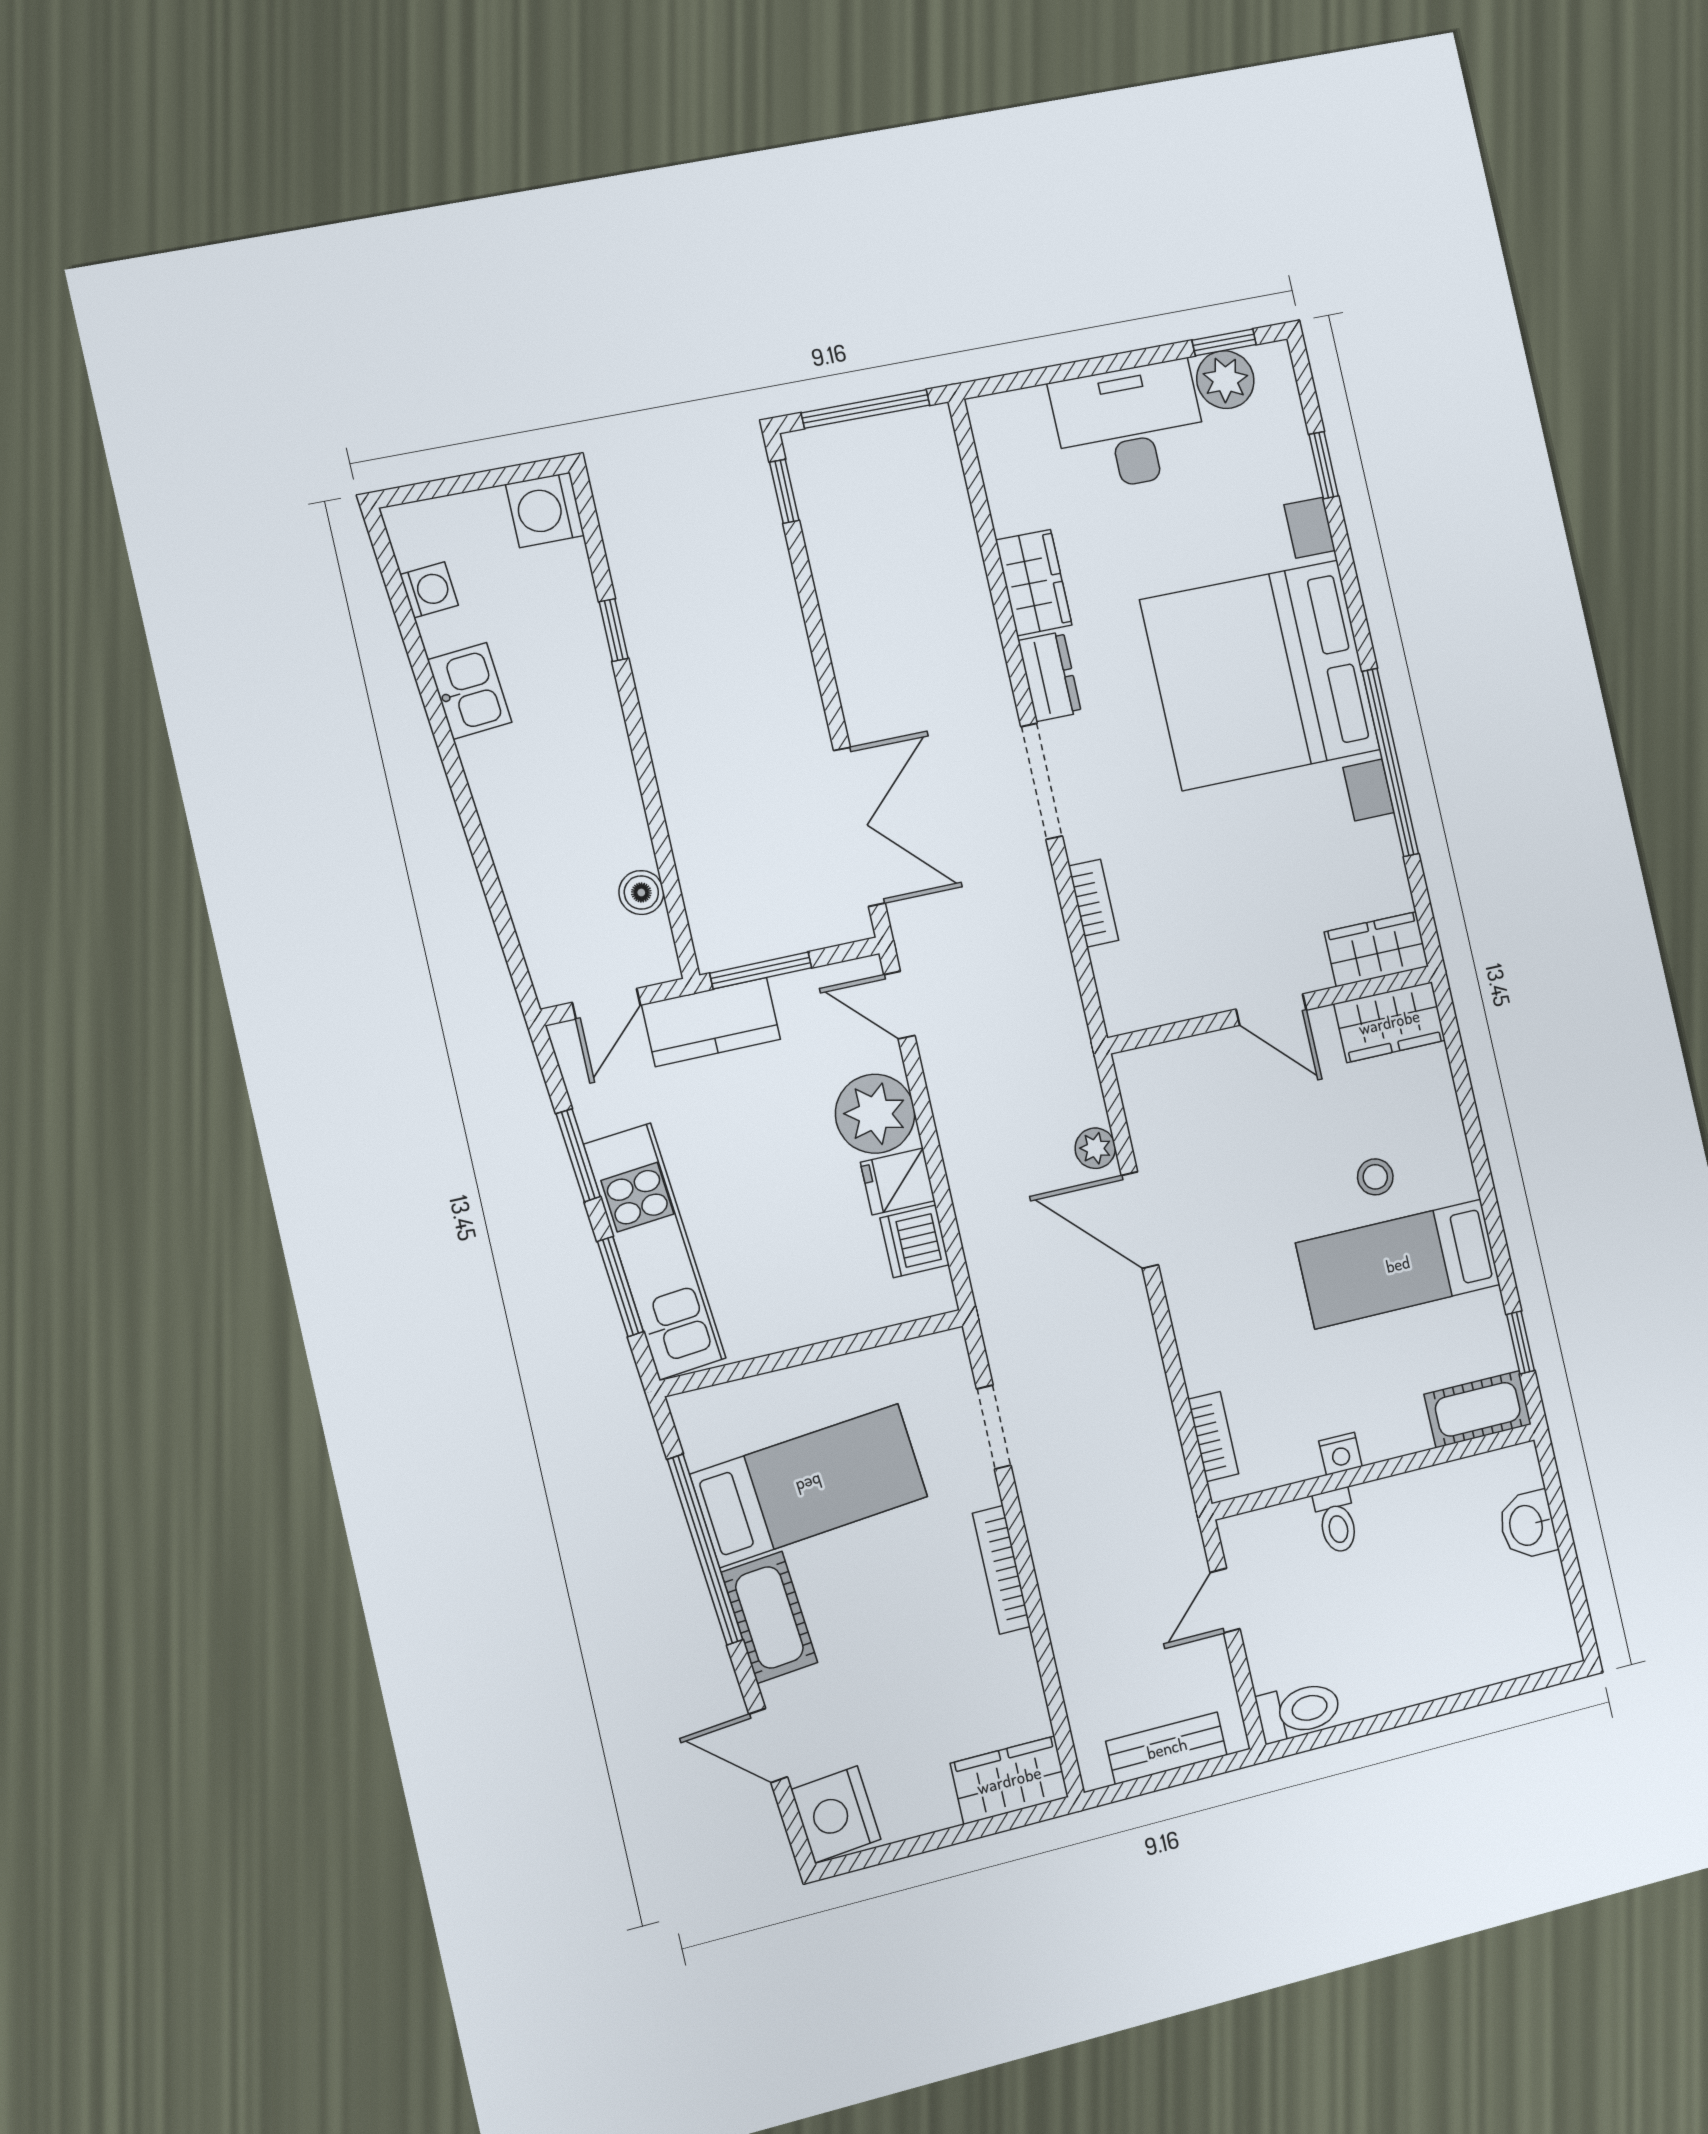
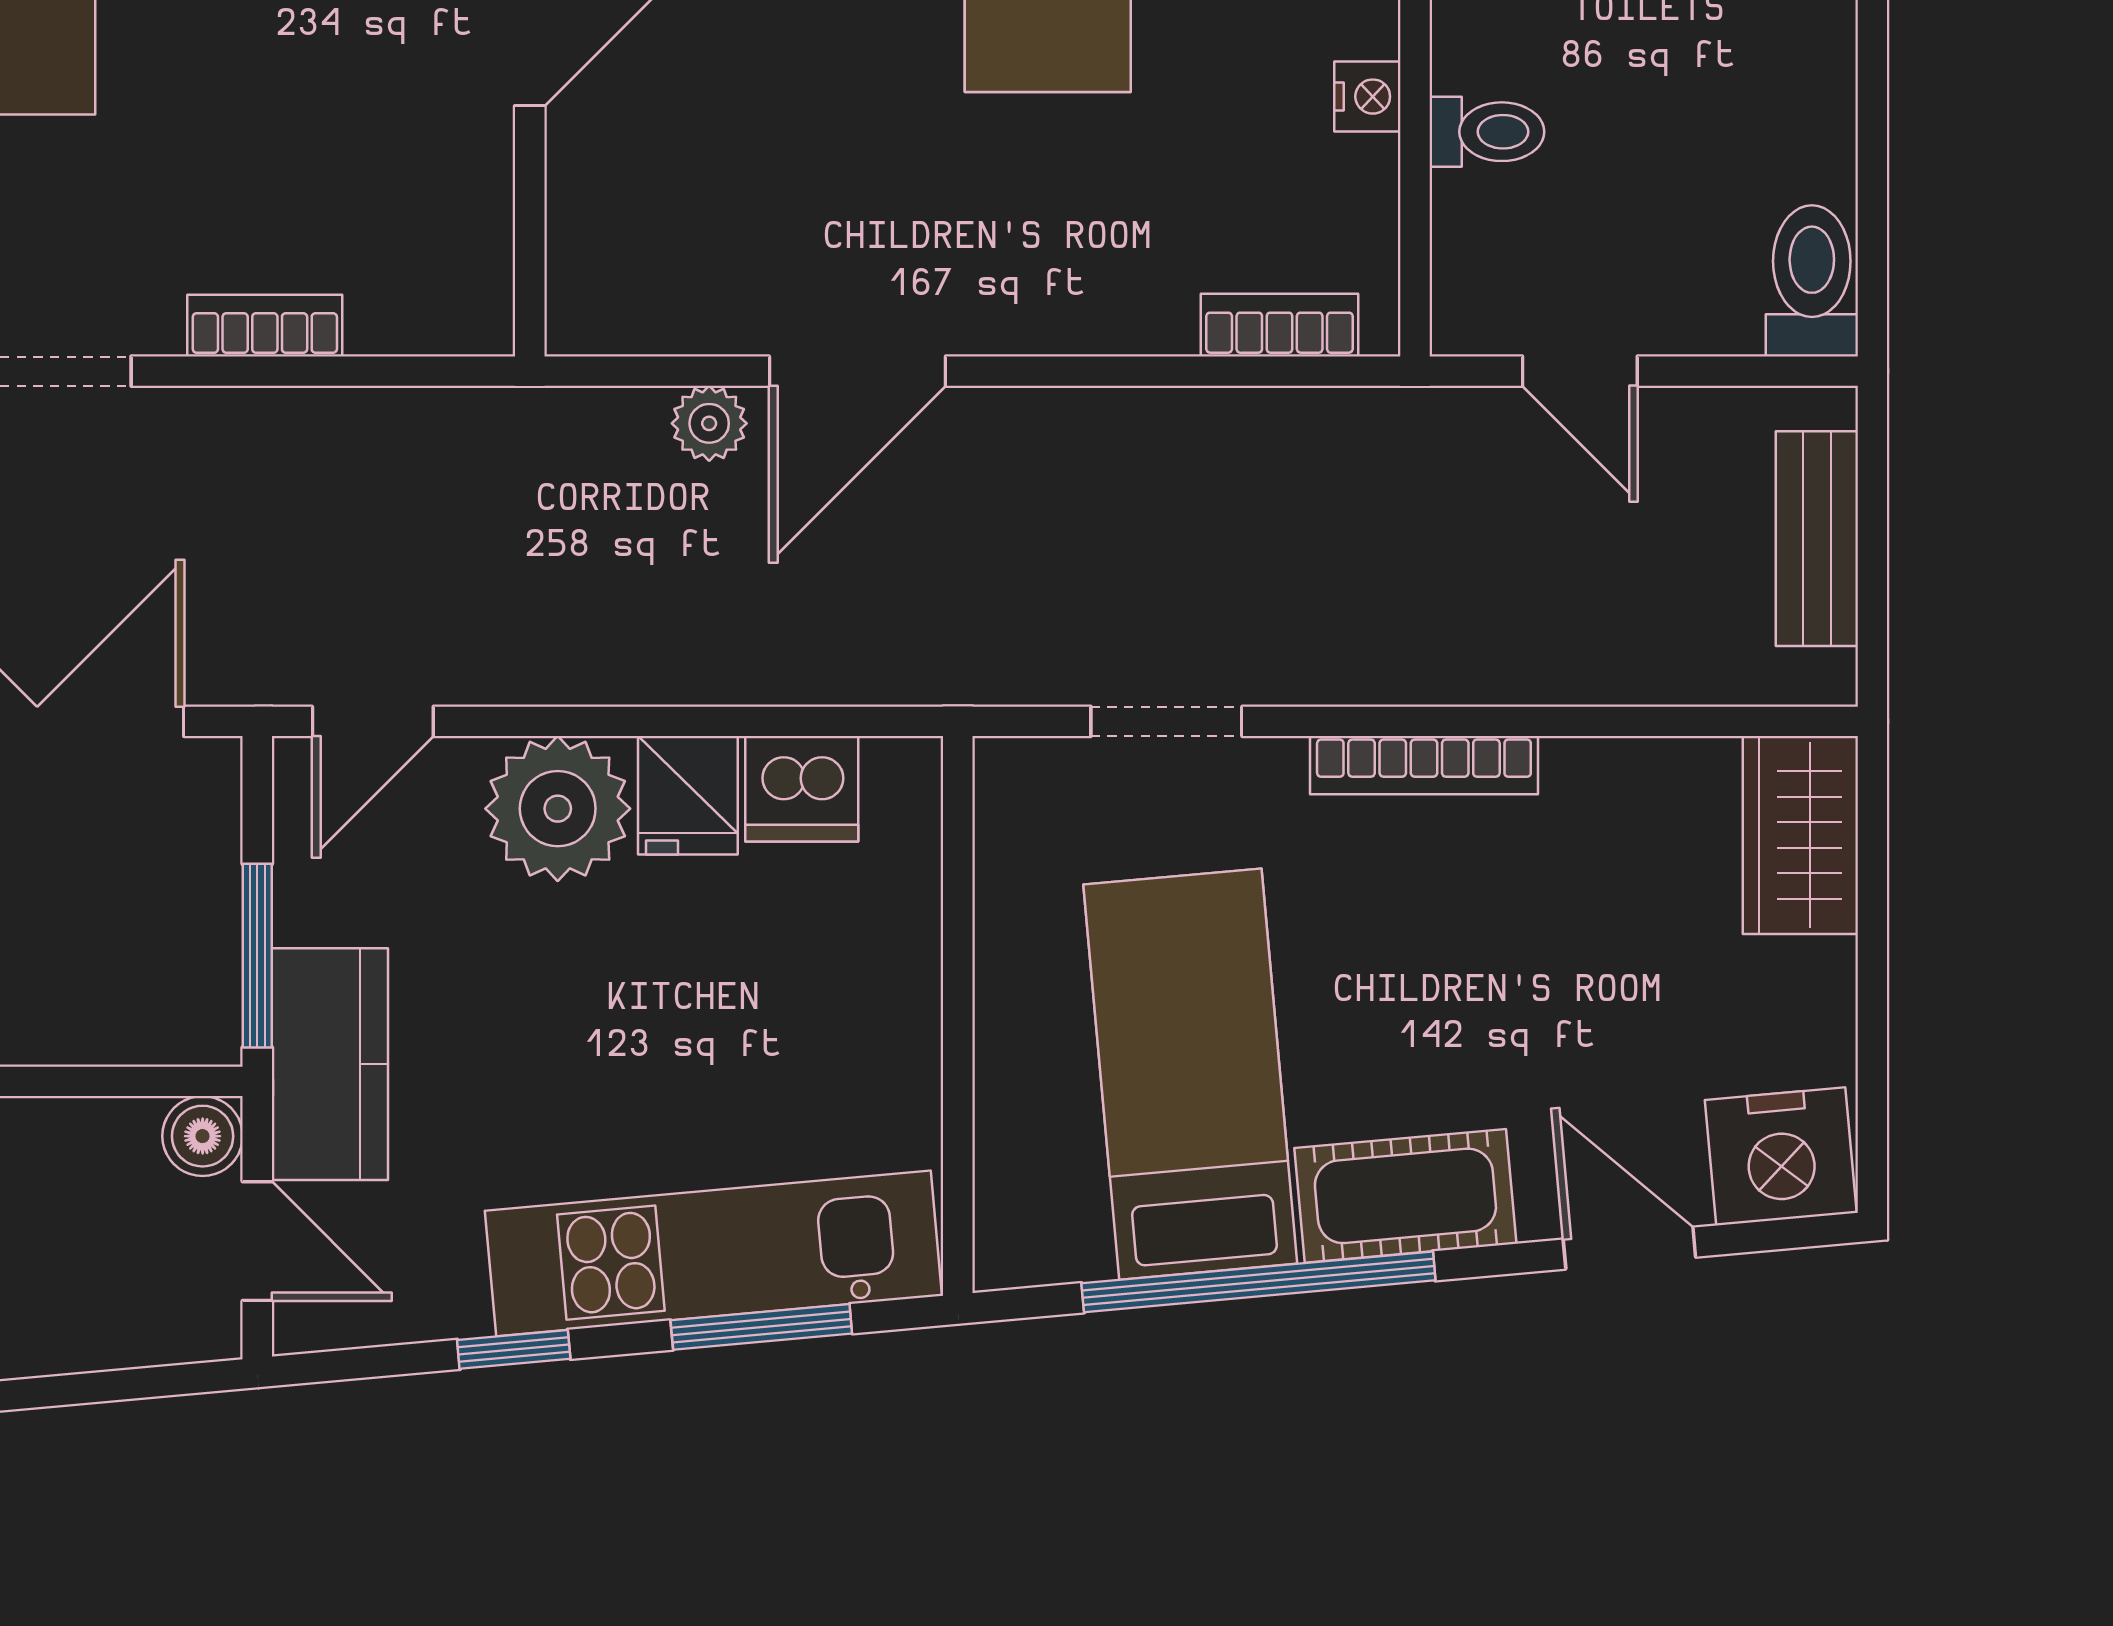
boiler: (641, 893) -> (203, 1136), moved
window: (578, 1155) -> (514, 1349), width x0.67
door: (768, 1746) -> (1629, 1248), swing flipped

